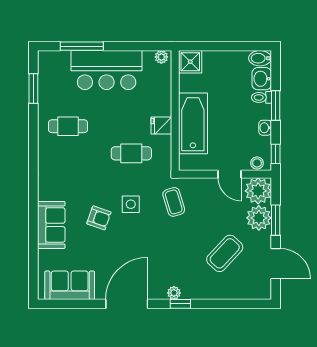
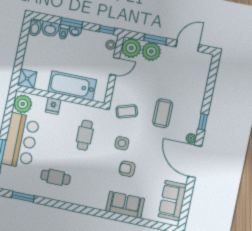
plant: (161, 57) -> (23, 104), width x1.87, depth x1.87
cafe table: (68, 126) -> (56, 177), turned 90
fridge: (161, 126) -> (53, 106), moved
washbasin: (265, 128) -> (75, 31), moved
armchair: (99, 218) -> (127, 169), turned -109
coffee table: (225, 253) -> (163, 113), moved, turned 47
plant: (174, 293) -> (191, 138), moved

